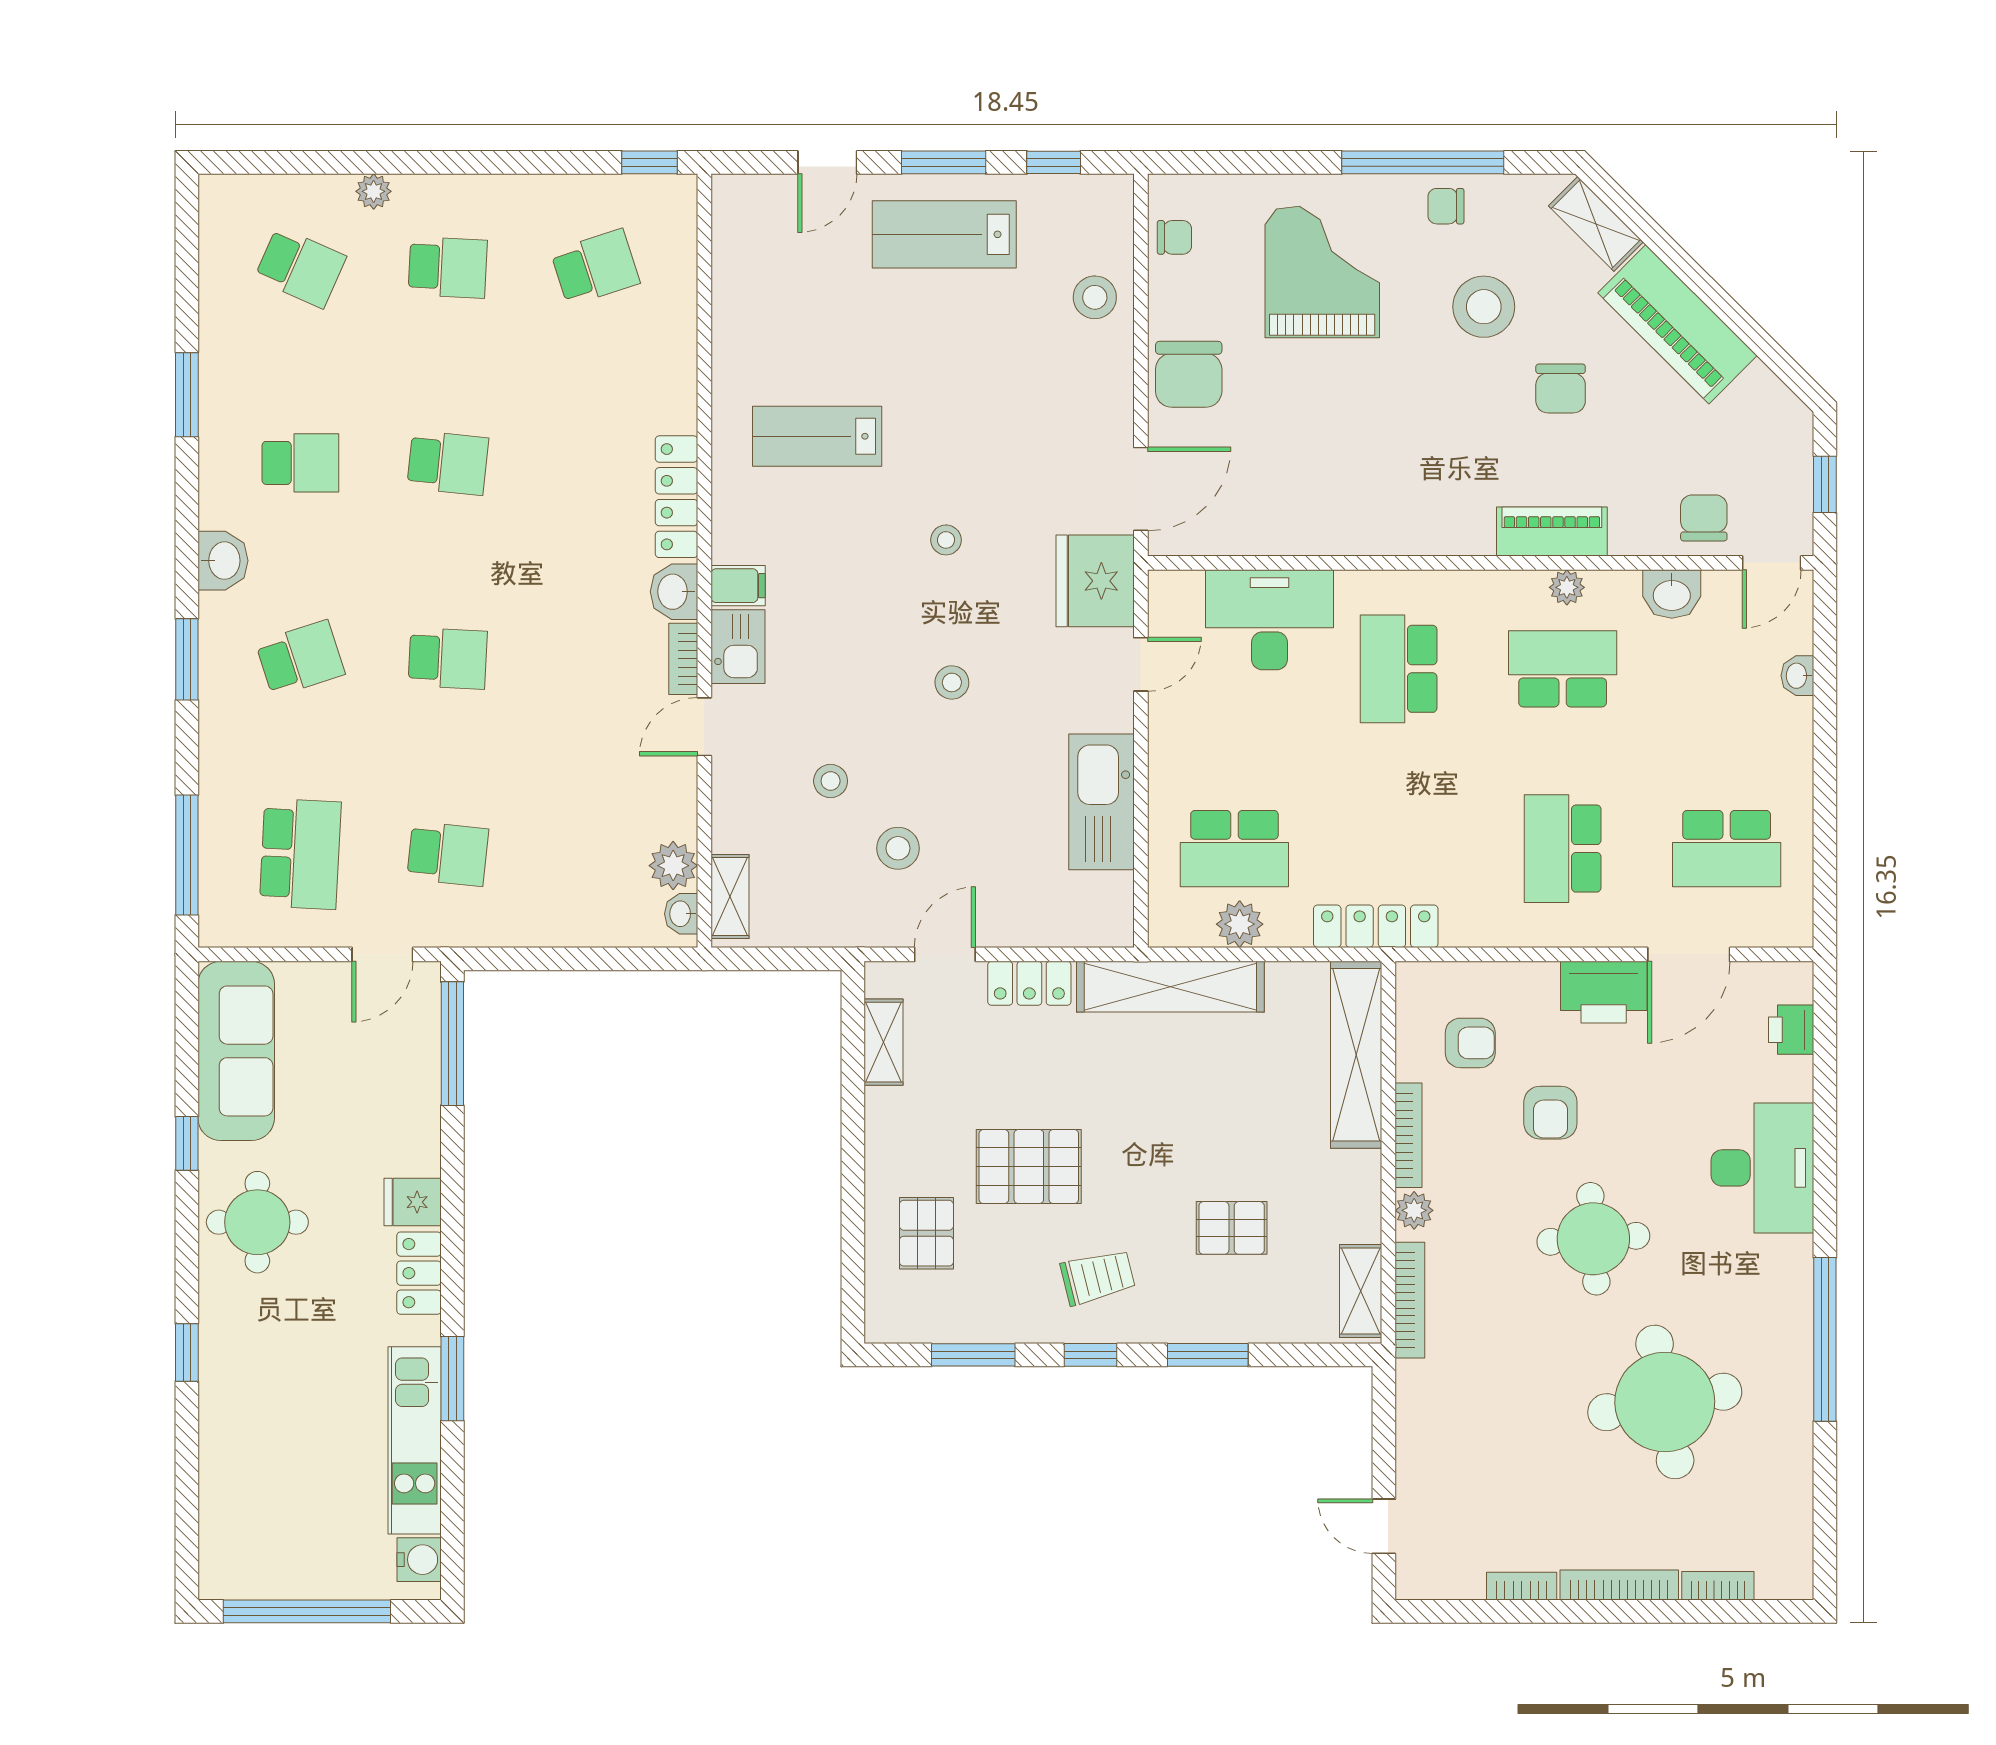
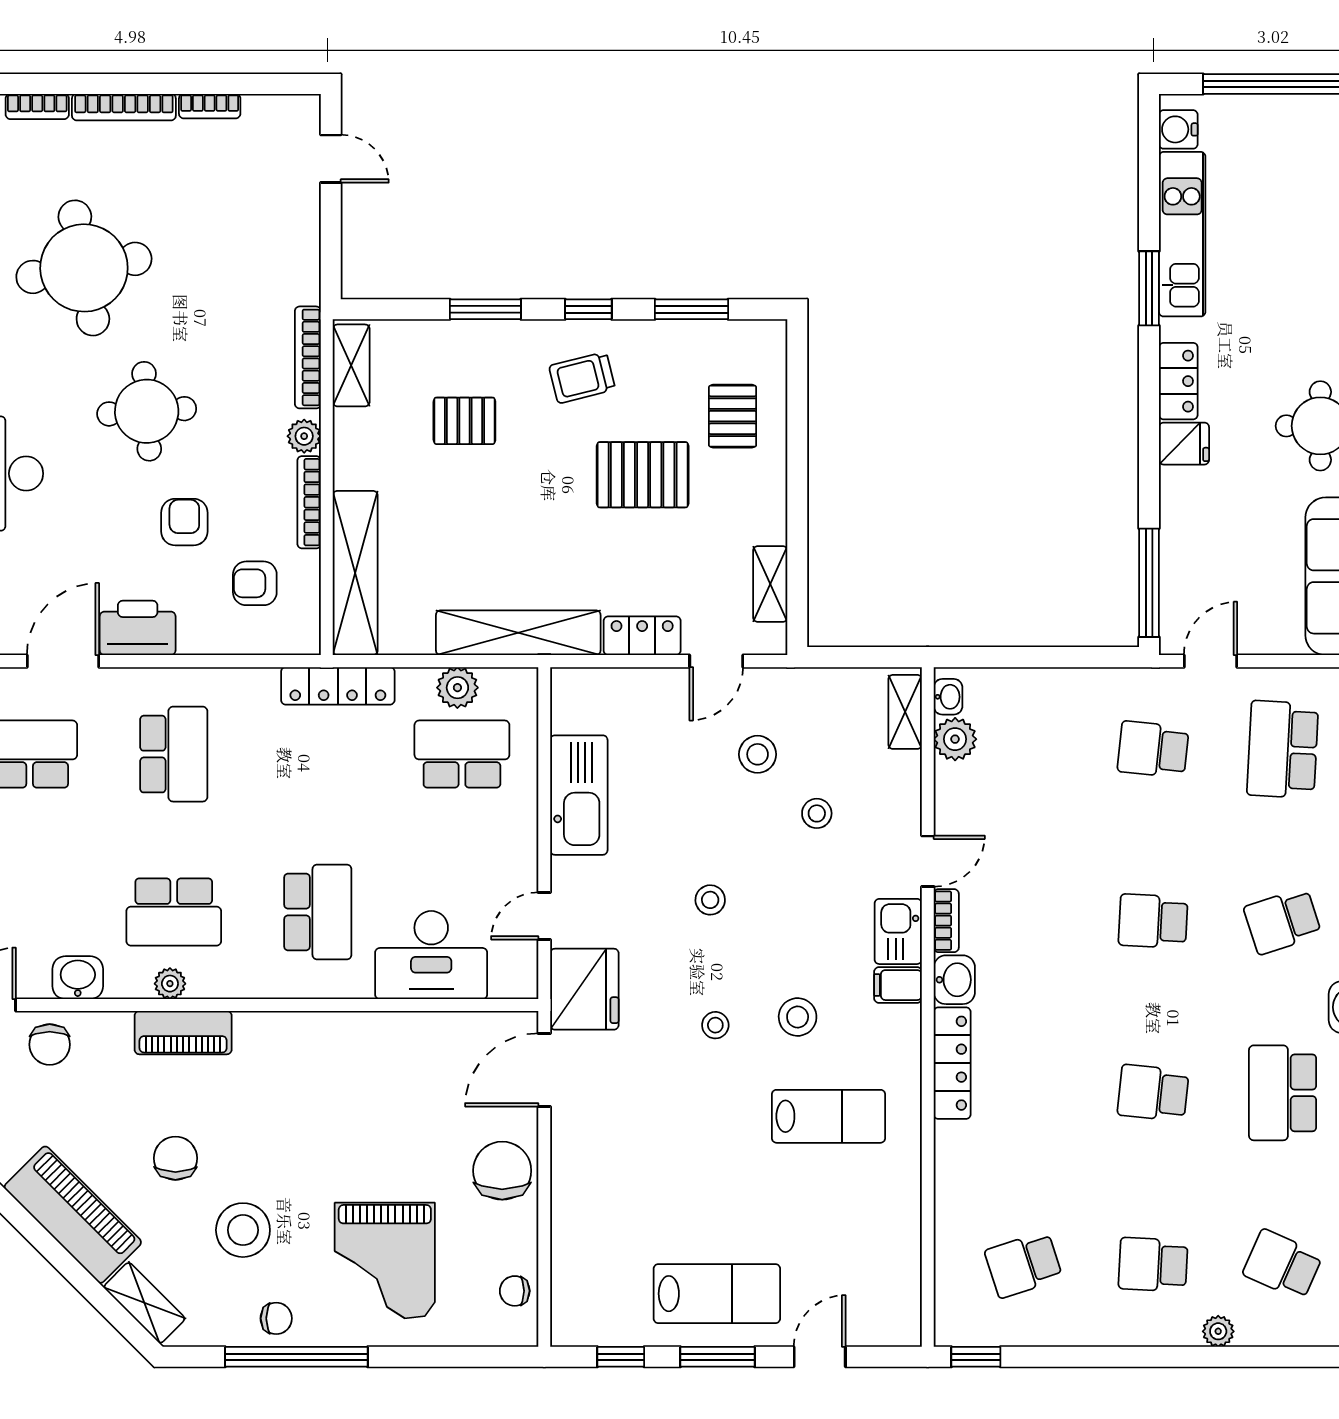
stool: (1095, 297) -> (798, 1017), moved
school desk: (300, 463) -> (1283, 1093), width x1.85

